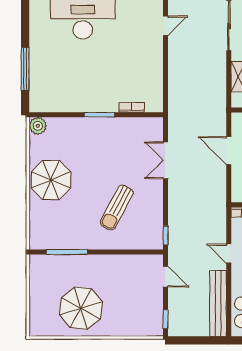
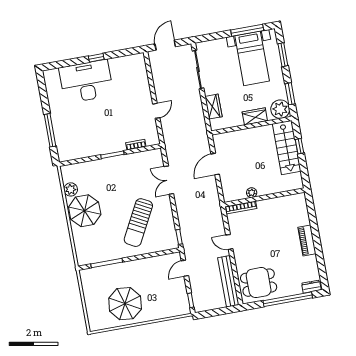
door: (166, 26) -> (156, 111), moved
plant: (38, 126) -> (71, 189), moved
door: (229, 151) -> (215, 164), hinge flipped
sun lounger: (117, 208) -> (138, 223), width x1.36, depth x1.34
door: (166, 277) -> (185, 268), swing flipped

